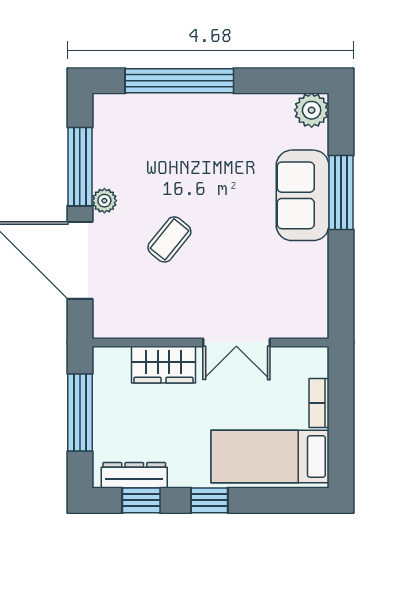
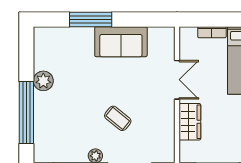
plant: (312, 110) -> (43, 81), moved
sofa: (303, 195) -> (121, 42), moved

